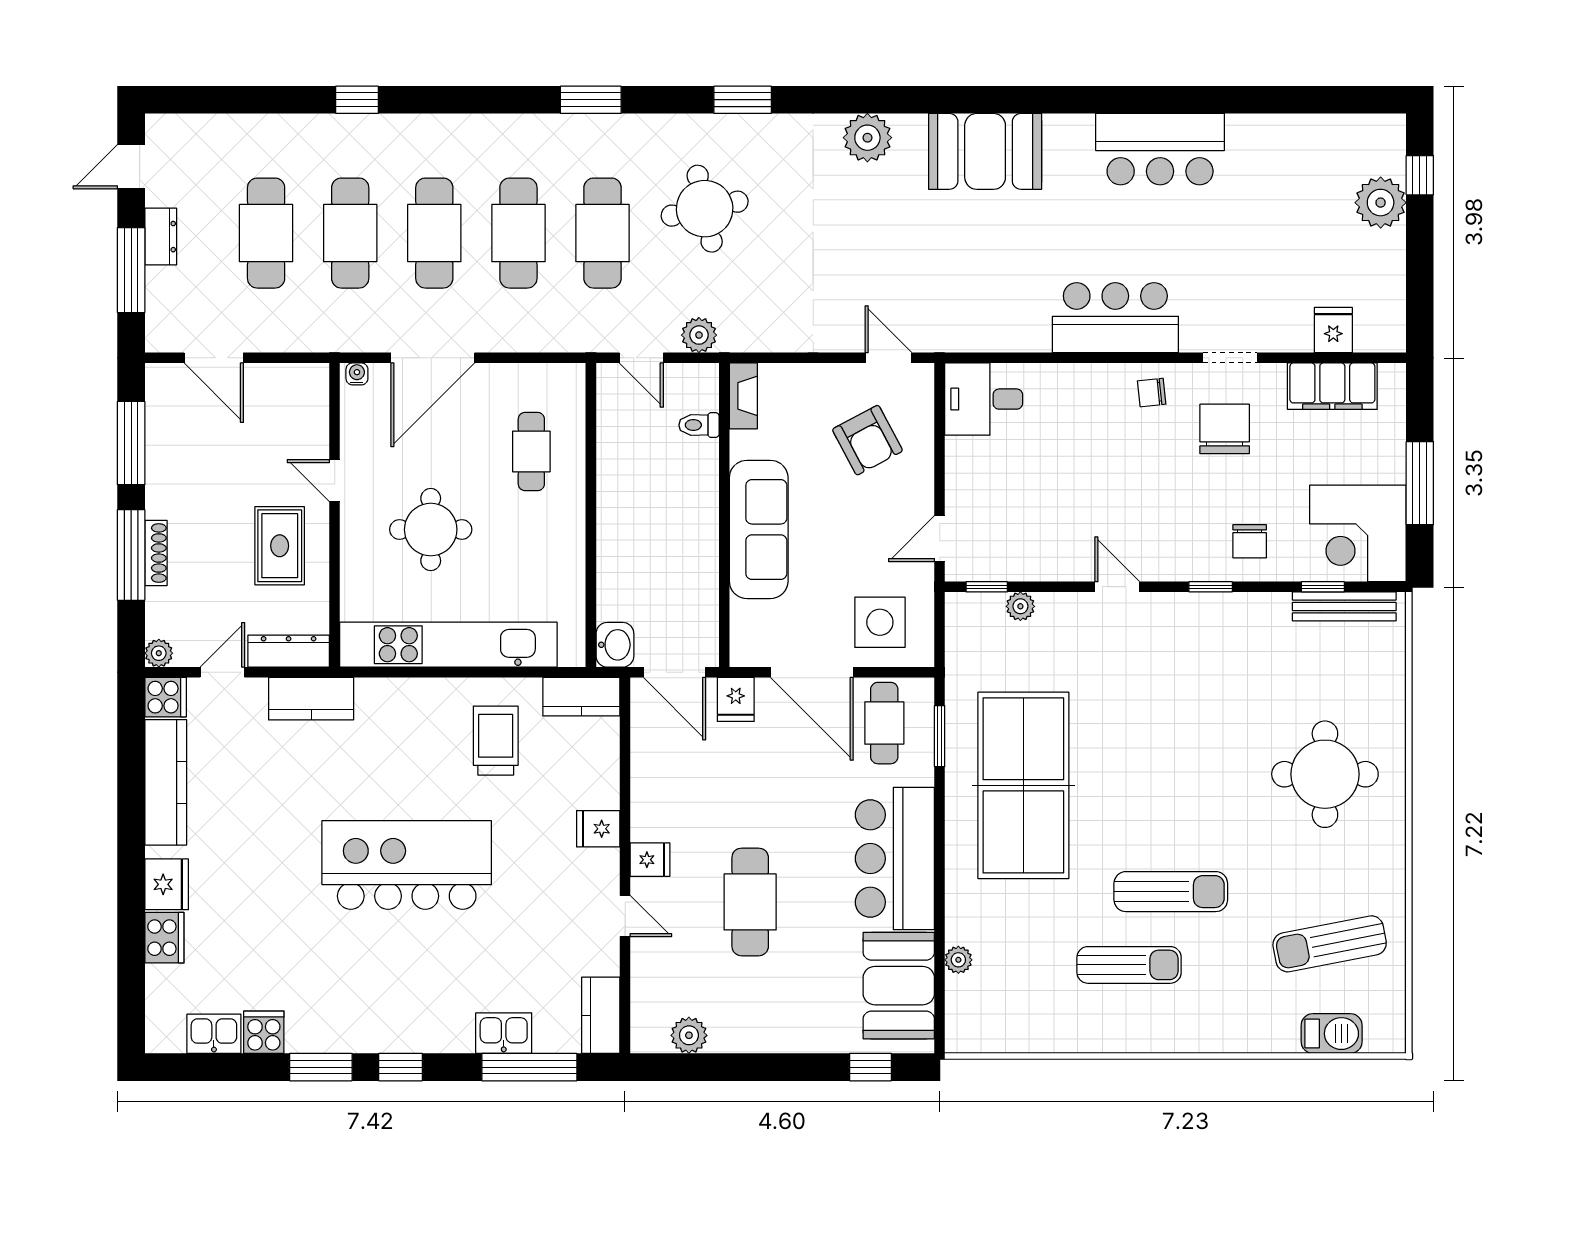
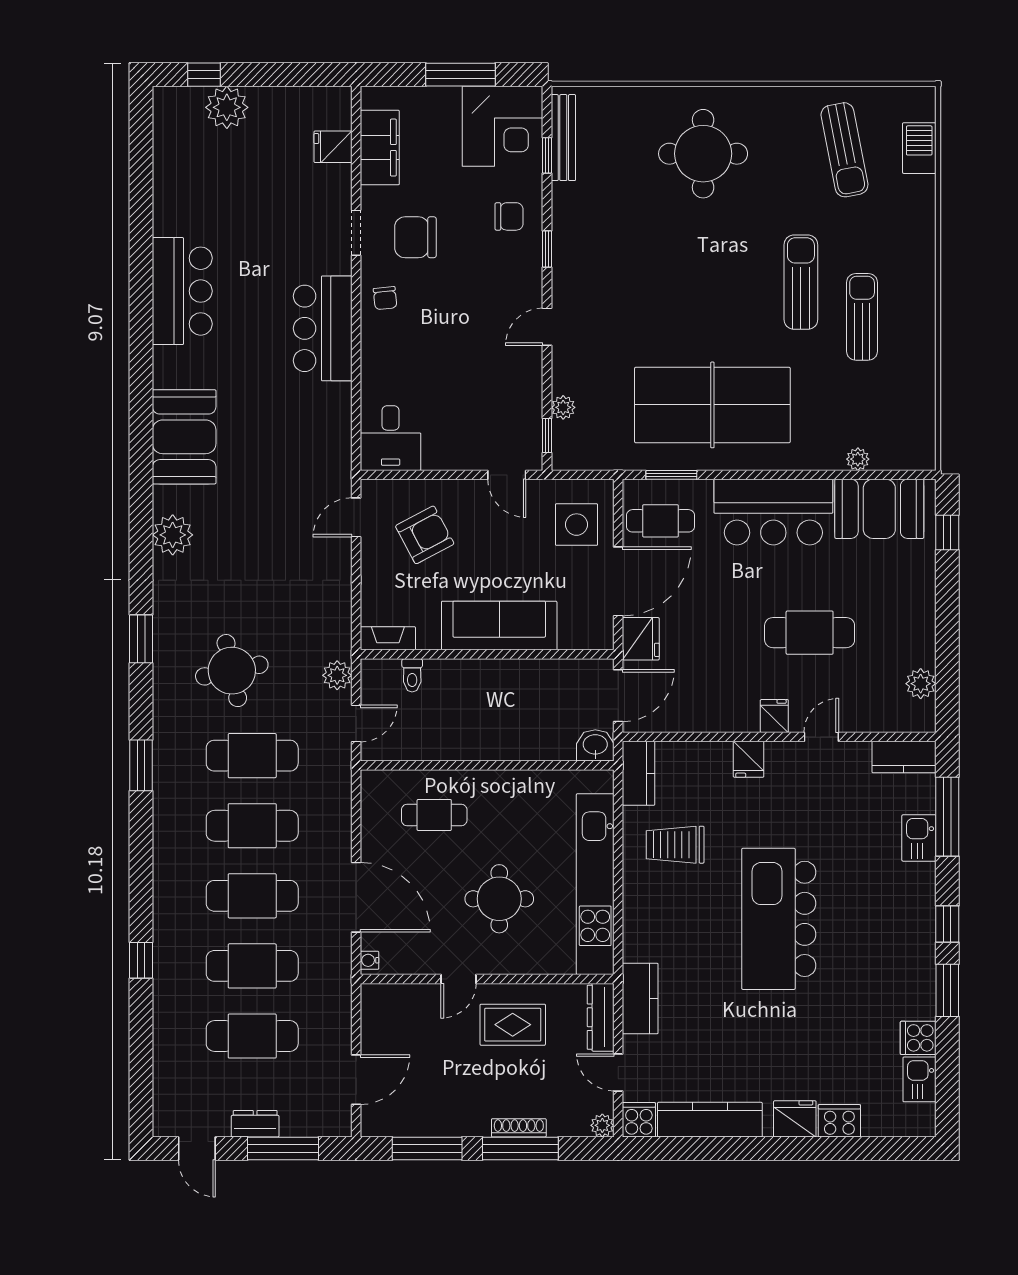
fridge: (736, 699) -> (641, 639), width x1.38

